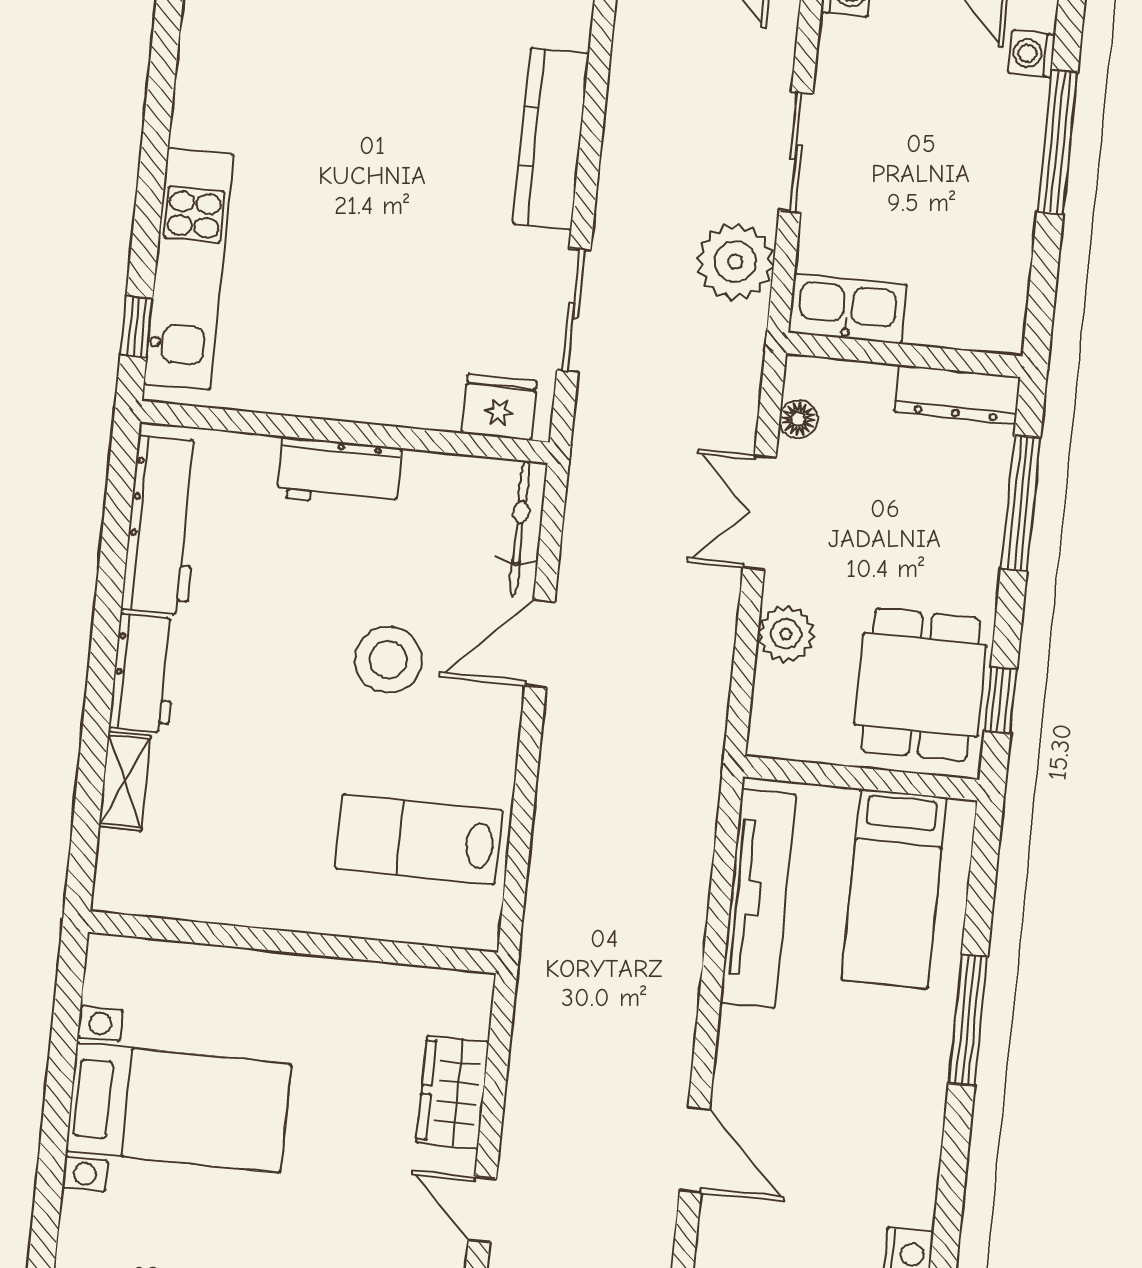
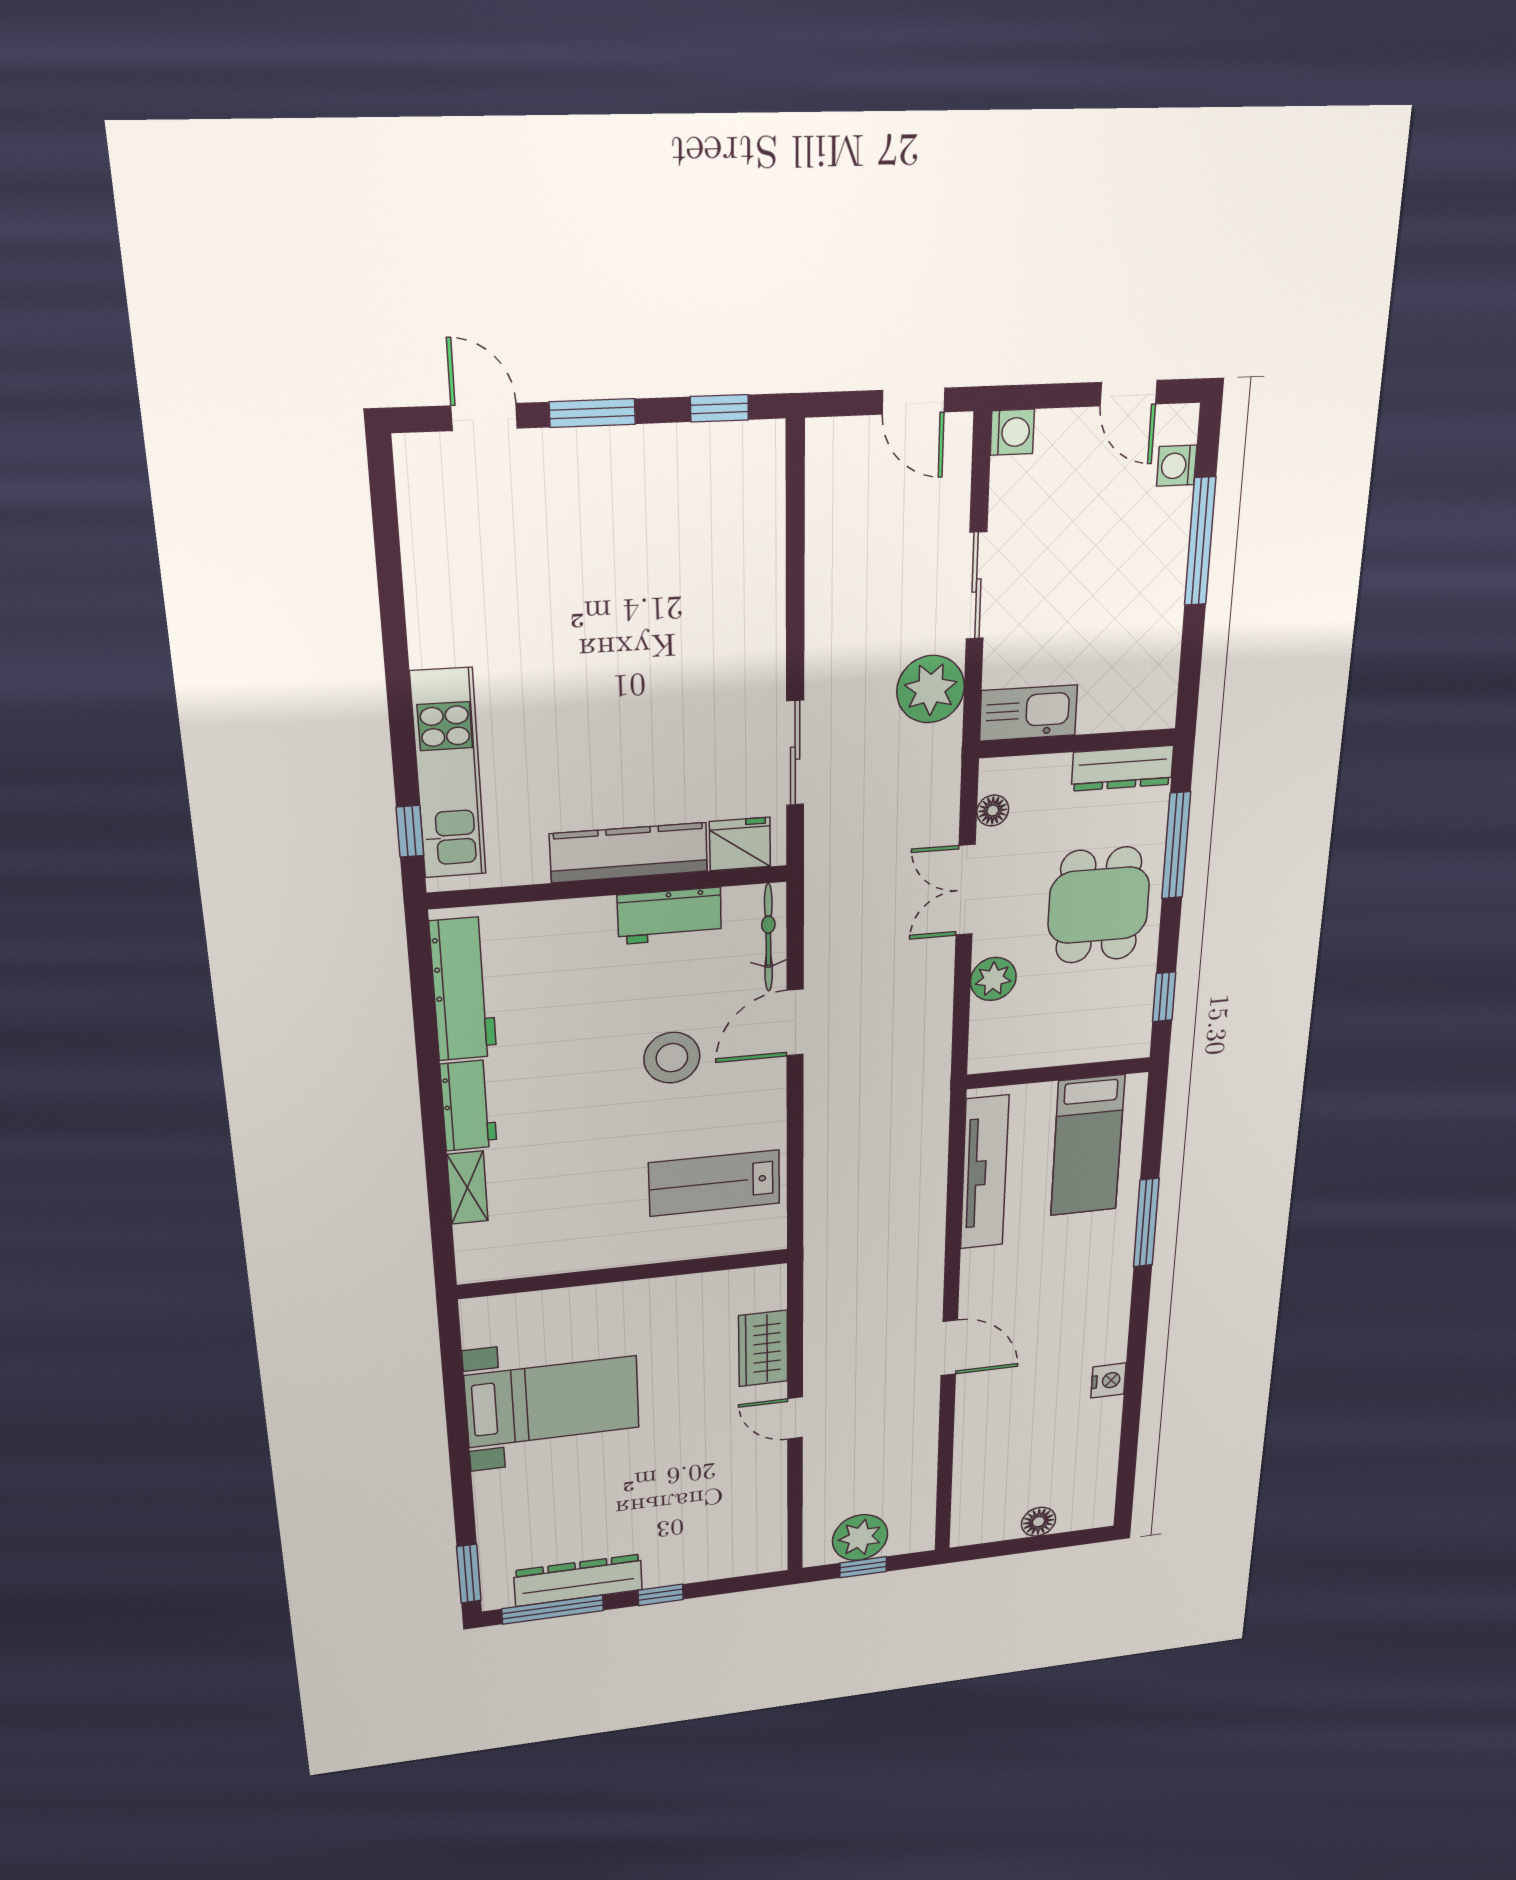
kitchen counter: (551, 139) -> (629, 853), moved, turned 90
workbench: (339, 473) -> (670, 916), moved
dining table: (920, 685) -> (1099, 905), moved

